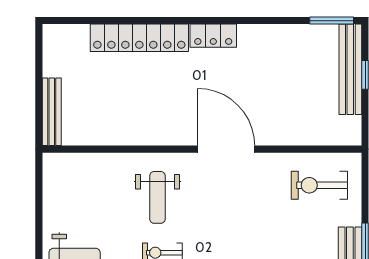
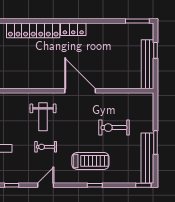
bench: (350, 69) -> (148, 64), moved
exercise bike: (319, 185) -> (114, 128), moved

